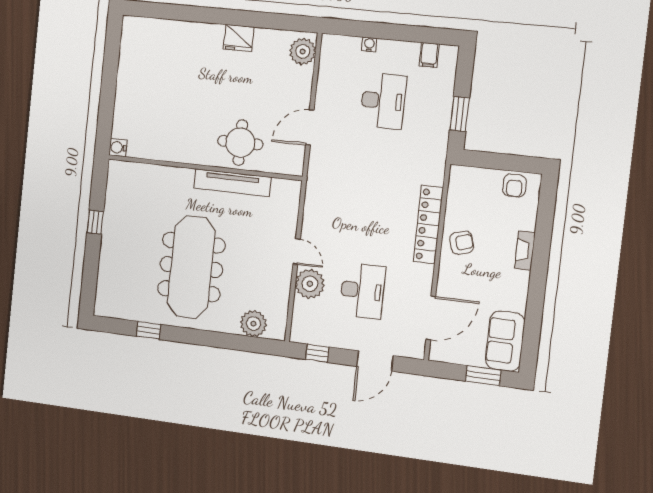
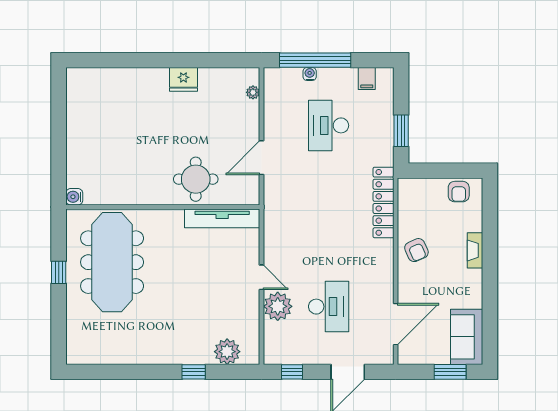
window: (377, 30) -> (315, 60), added
plant: (303, 51) -> (253, 92), width x0.53, depth x0.53
desk: (383, 101) -> (329, 125), turned 180
tv unit: (232, 183) -> (222, 218), moved
locker: (428, 225) -> (384, 202), moved
armchair: (462, 243) -> (416, 250), turned 83
meeting table: (191, 267) -> (112, 262), moved
window: (148, 330) -> (194, 372), moved

